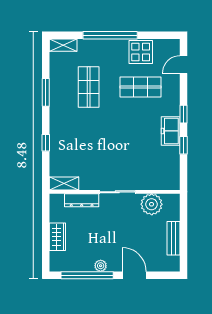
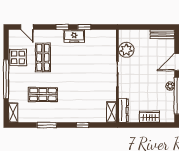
dresser: (82, 200) -> (123, 110), moved
bench: (174, 238) -> (162, 34), moved

